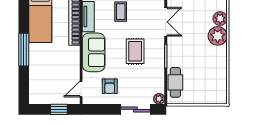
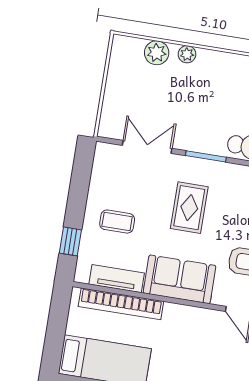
plant: (218, 36) -> (187, 54), width x0.53, depth x0.53
rug: (135, 51) -> (189, 208), turned 90

